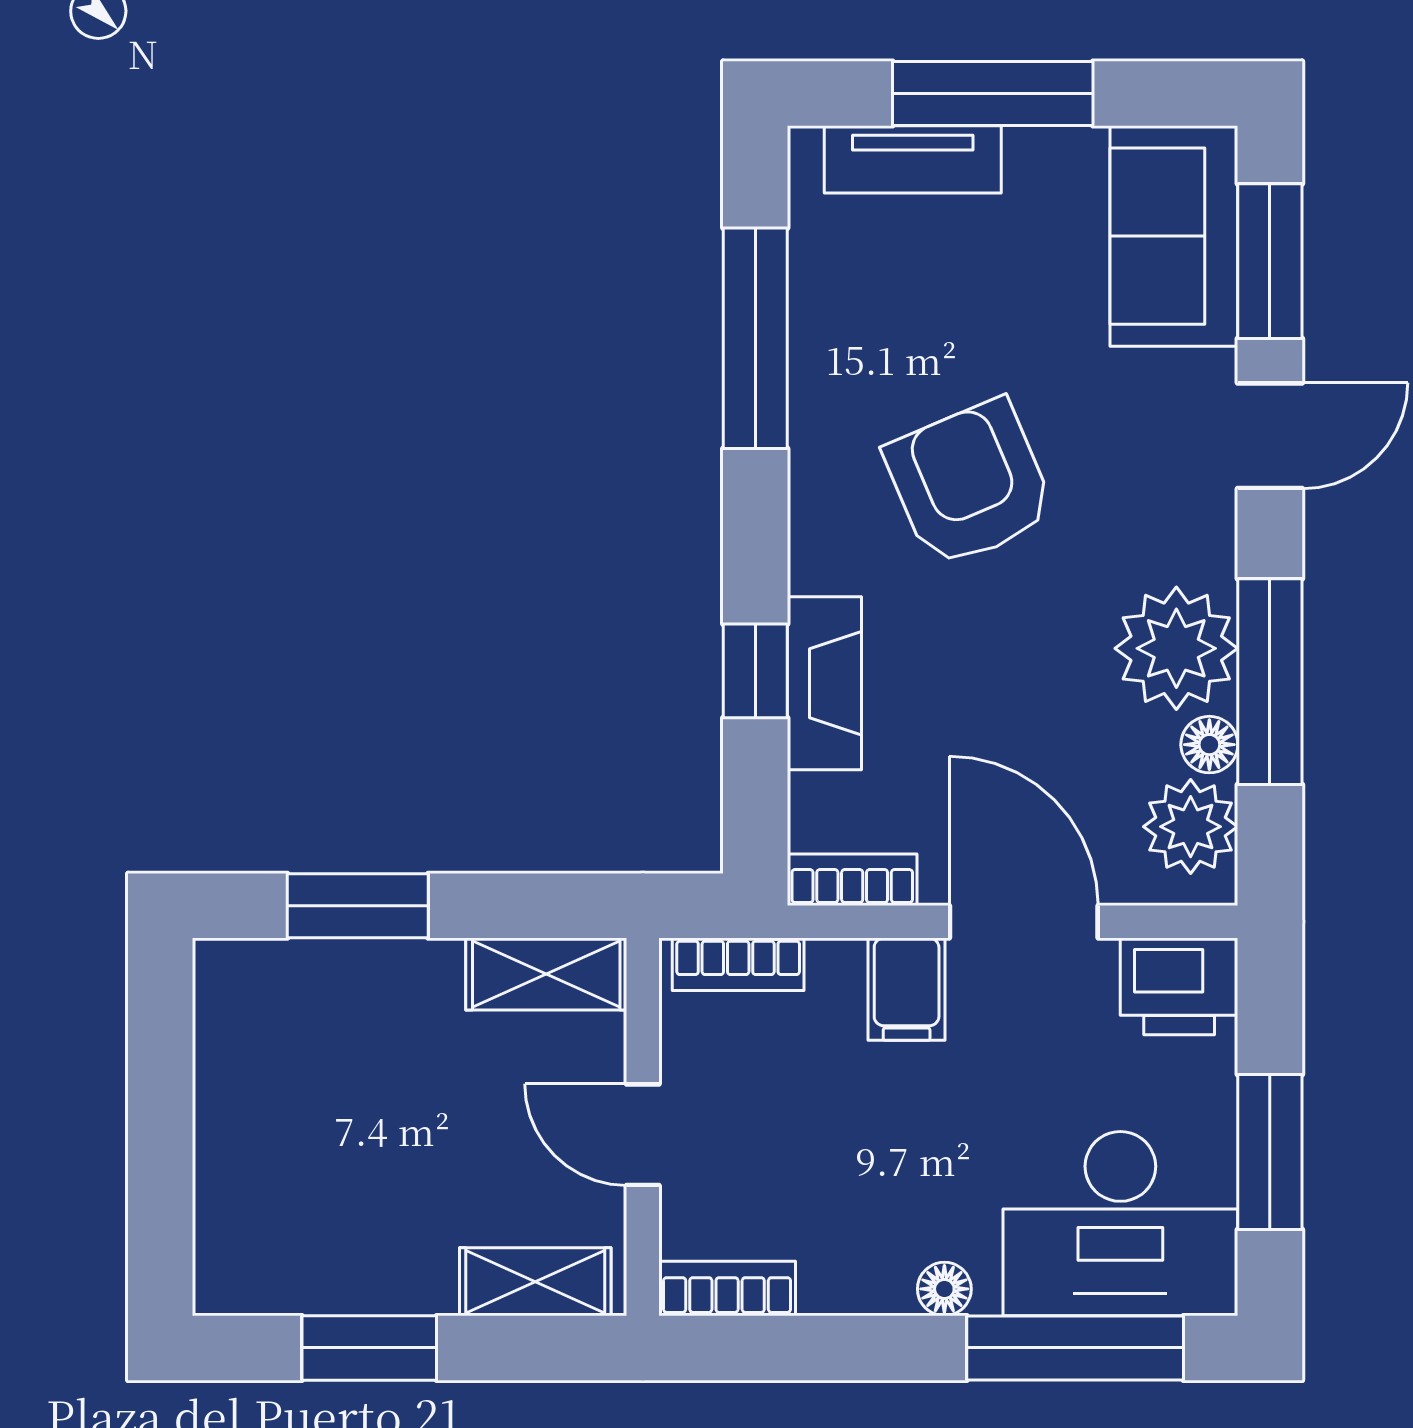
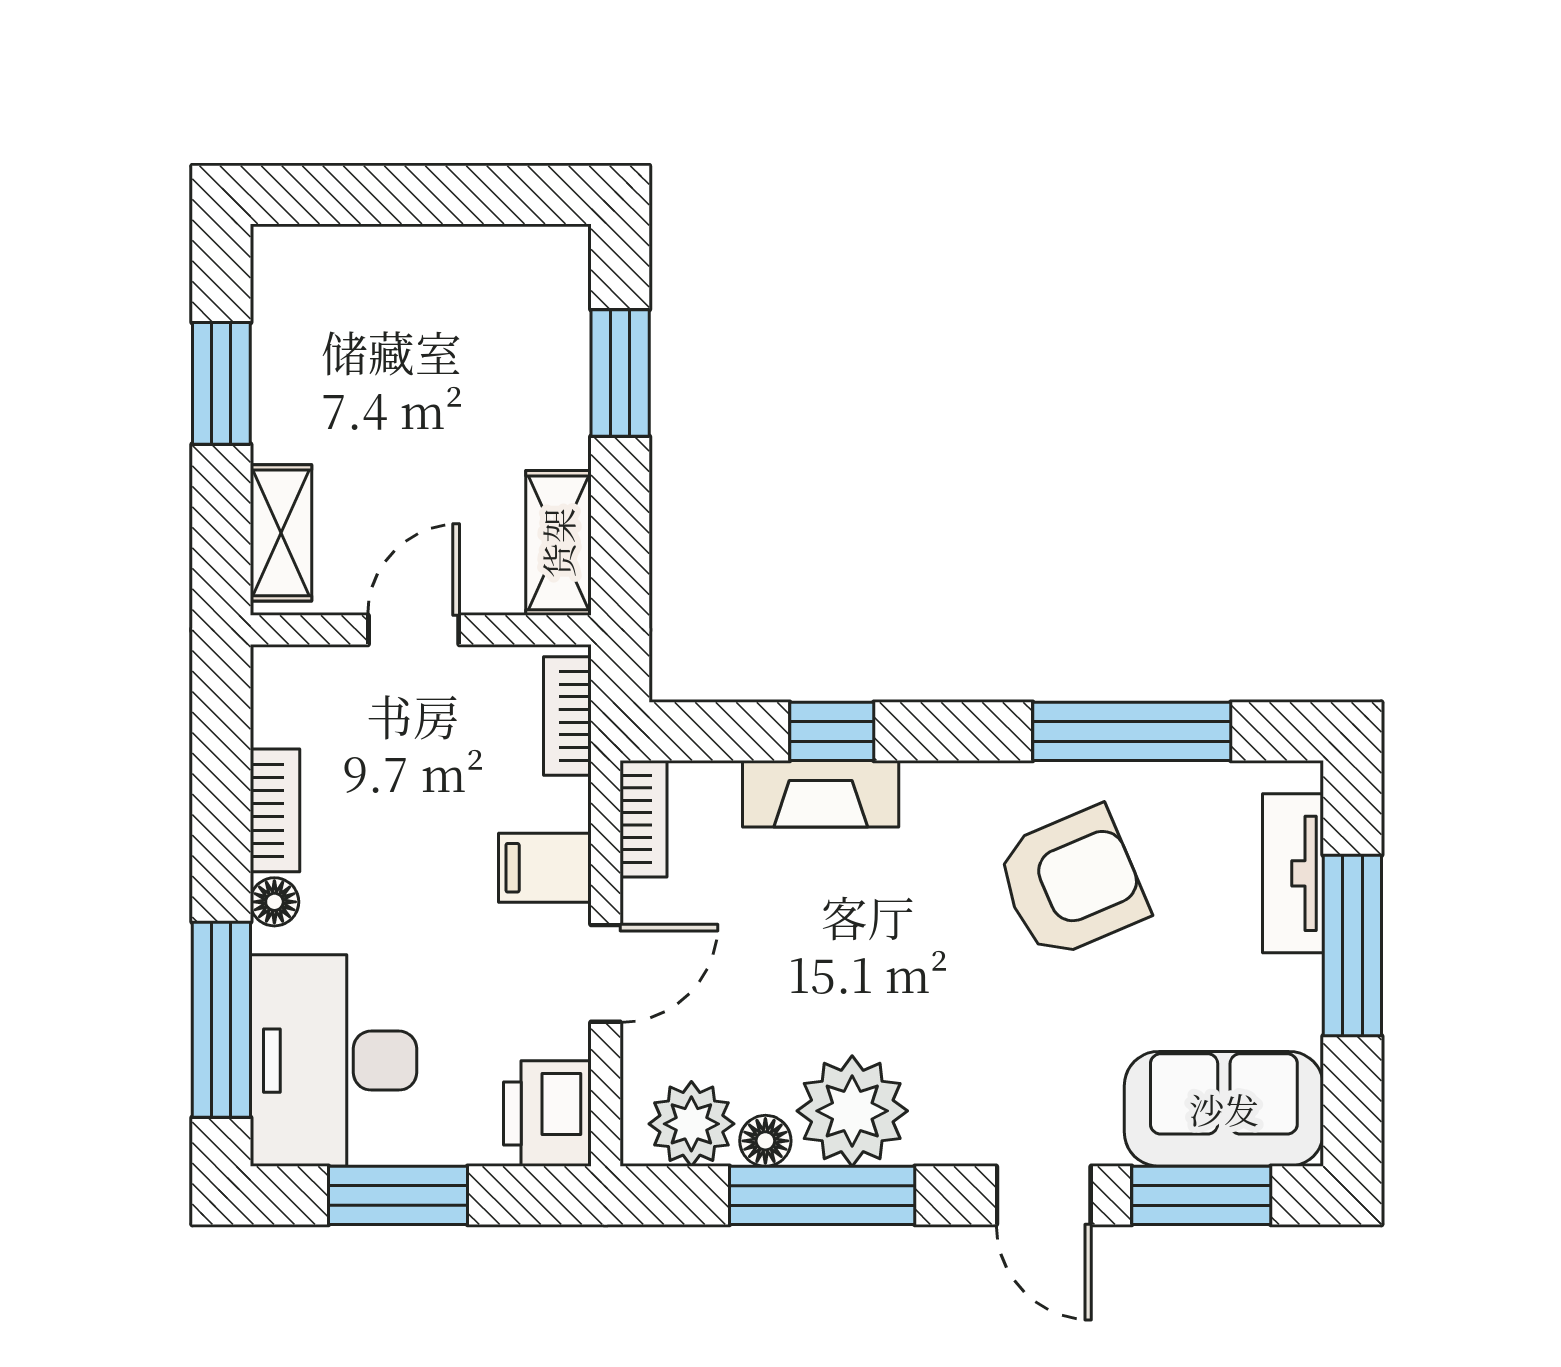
armchair: (970, 484) -> (1072, 883), moved
door: (1024, 922) -> (606, 973), width x0.73
bookcase: (727, 1288) -> (275, 810), moved

